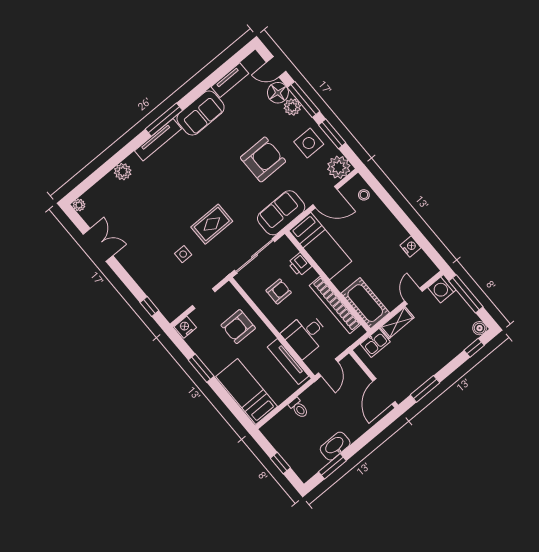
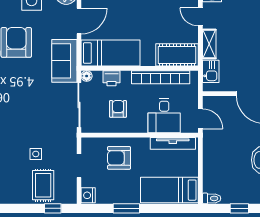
rug: (212, 224) -> (43, 185), moved
floor lamp: (284, 242) -> (87, 76), added
armchair: (238, 327) -> (119, 158), turned 90
toilet: (299, 408) -> (212, 198), moved

